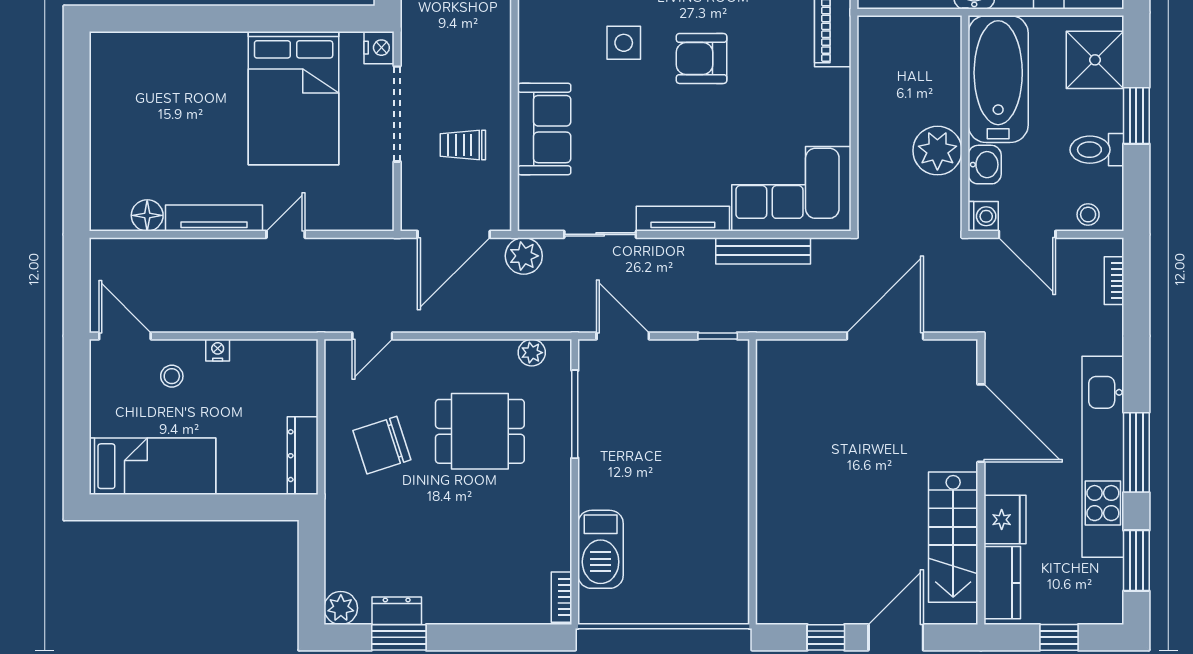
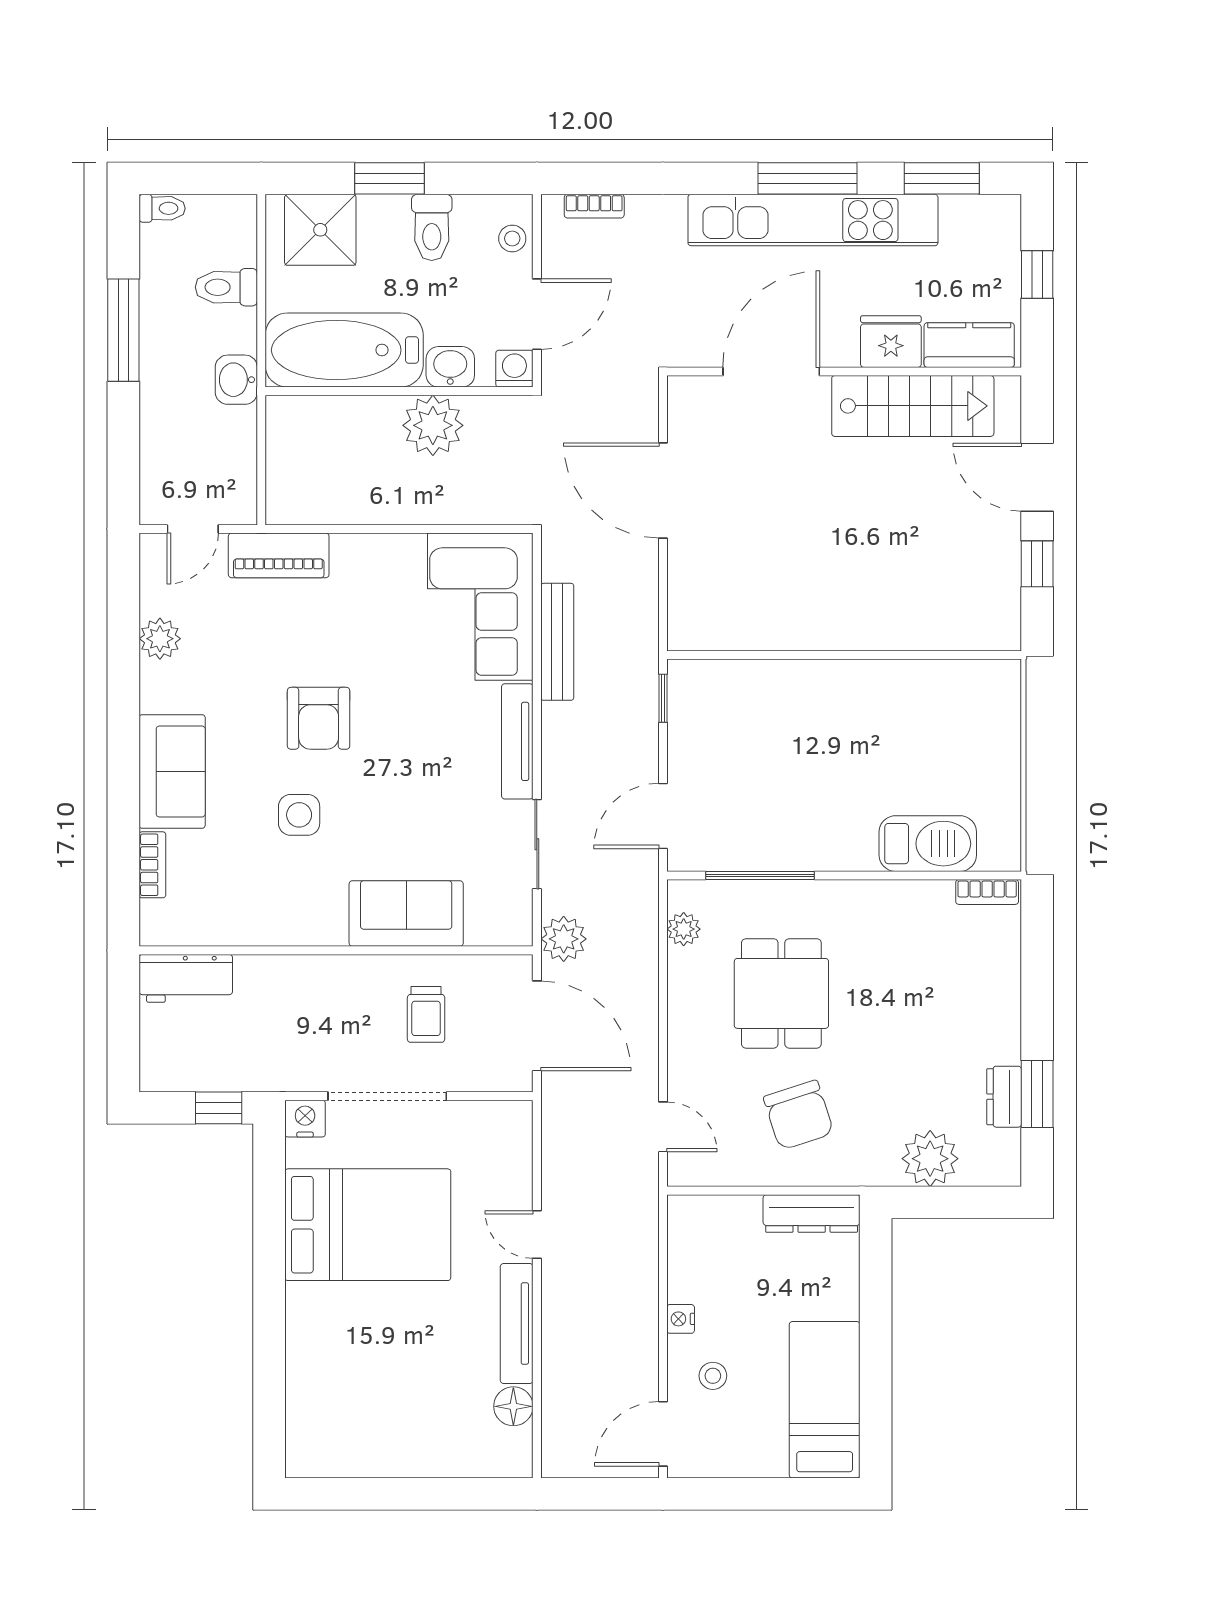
plant: (341, 608) -> (930, 1159), moved, width x1.36, depth x1.36

